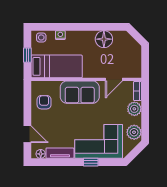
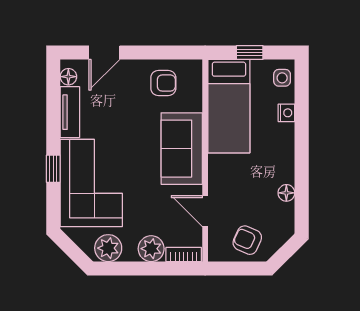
floor lamp: (104, 39) -> (286, 193), width x0.53, depth x0.53
armchair: (130, 56) -> (247, 240), added

